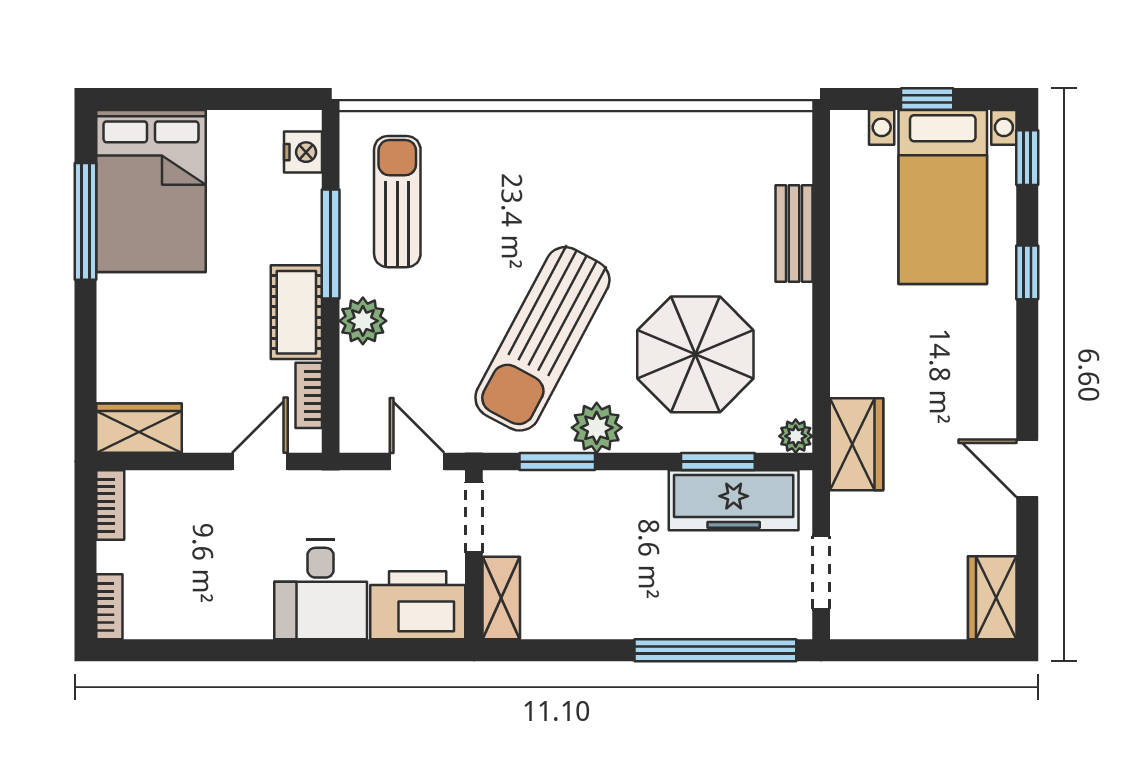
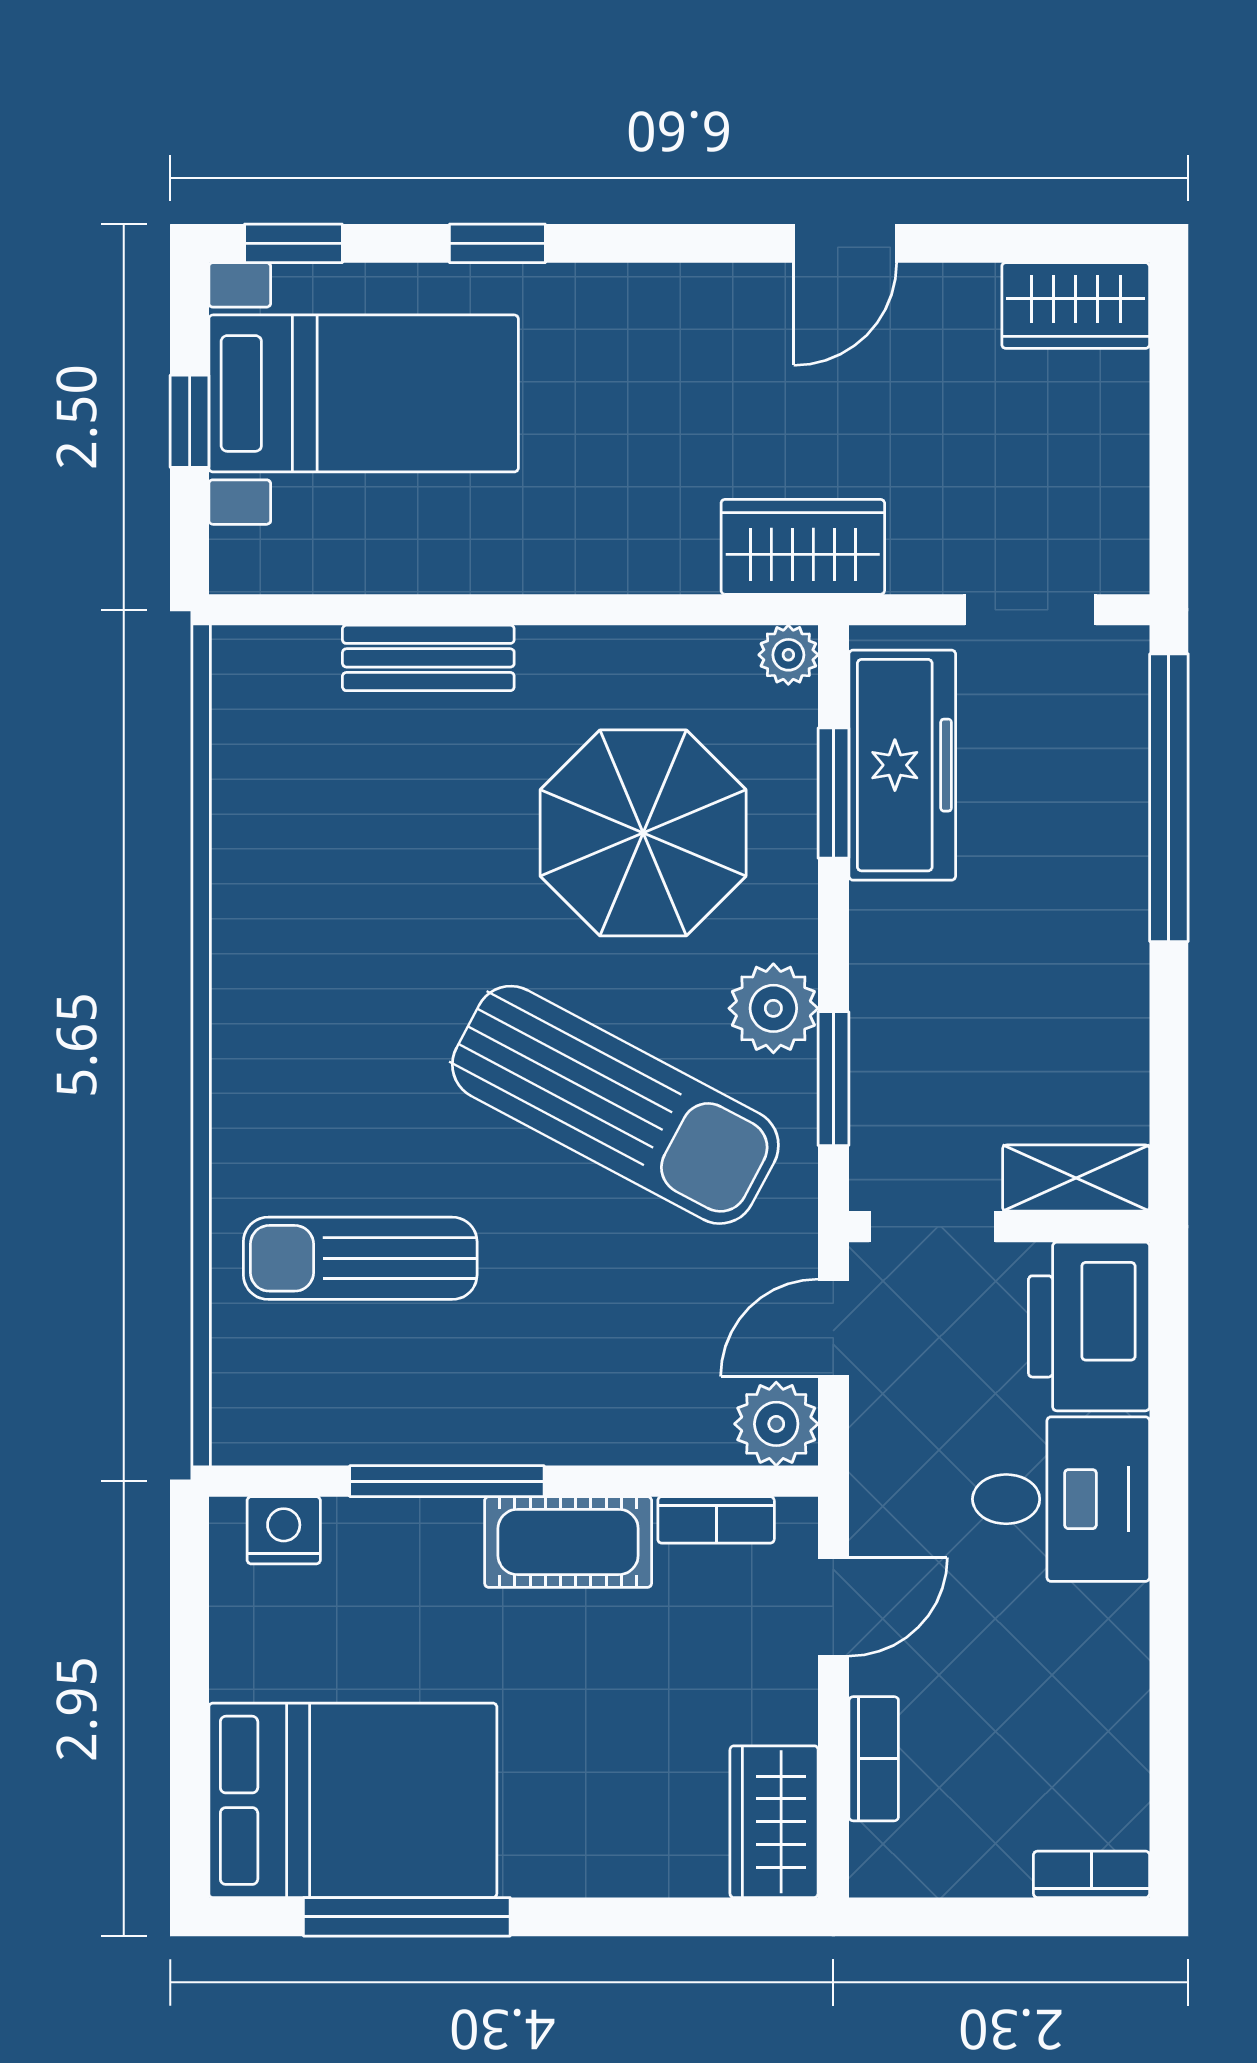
sun lounger: (397, 202) -> (360, 1258), moved
plant: (363, 321) -> (776, 1424), moved
door: (260, 462) -> (833, 1607), swing flipped
bookcase: (110, 505) -> (874, 1759), moved, turned 90

